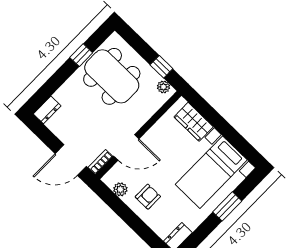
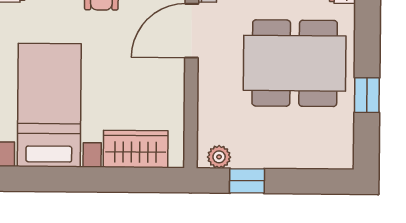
dining table: (112, 76) -> (295, 63), moved

